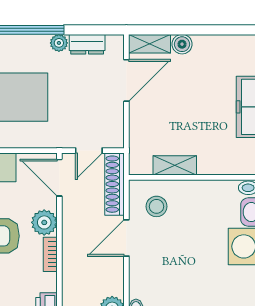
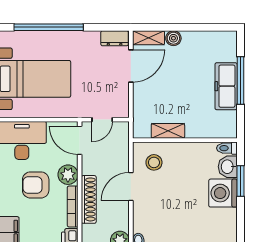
plant: (59, 43) -> (79, 37), removed
dresser: (87, 44) -> (115, 38), moved
shoe rack: (115, 184) -> (89, 199), moved, turned 180
bookcase: (50, 254) -> (73, 206), width x1.56

